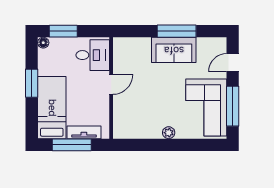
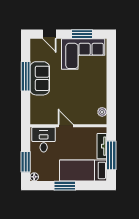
window: (233, 106) -> (82, 34), width x0.69
plant: (169, 133) -> (102, 112), moved

